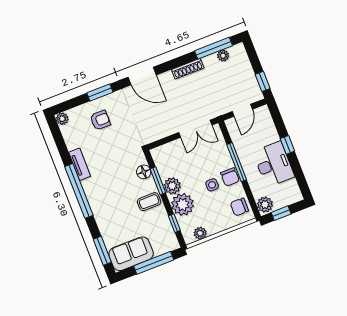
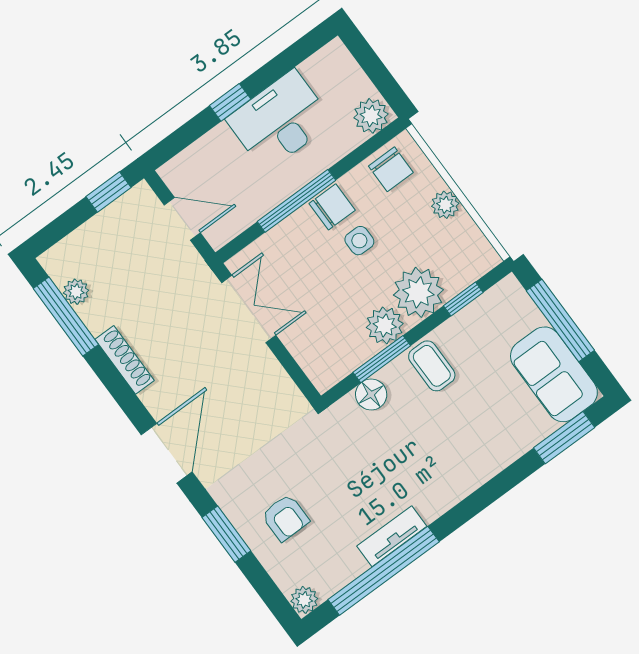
armchair: (100, 120) -> (285, 518), turned 180
window: (79, 191) -> (384, 571), moved
window: (281, 213) -> (380, 76), removed
plant: (200, 233) -> (445, 205), moved

